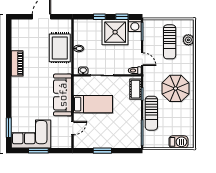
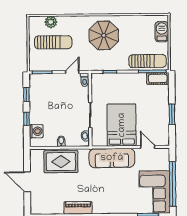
washing machine: (135, 26) -> (36, 131), moved
shower: (115, 32) -> (43, 102), removed
cot: (135, 89) -> (158, 78), moved
bed: (93, 104) -> (122, 125), width x1.50
sun lounger: (151, 113) -> (147, 61), moved
window: (38, 151) -> (173, 184), width x2.11

